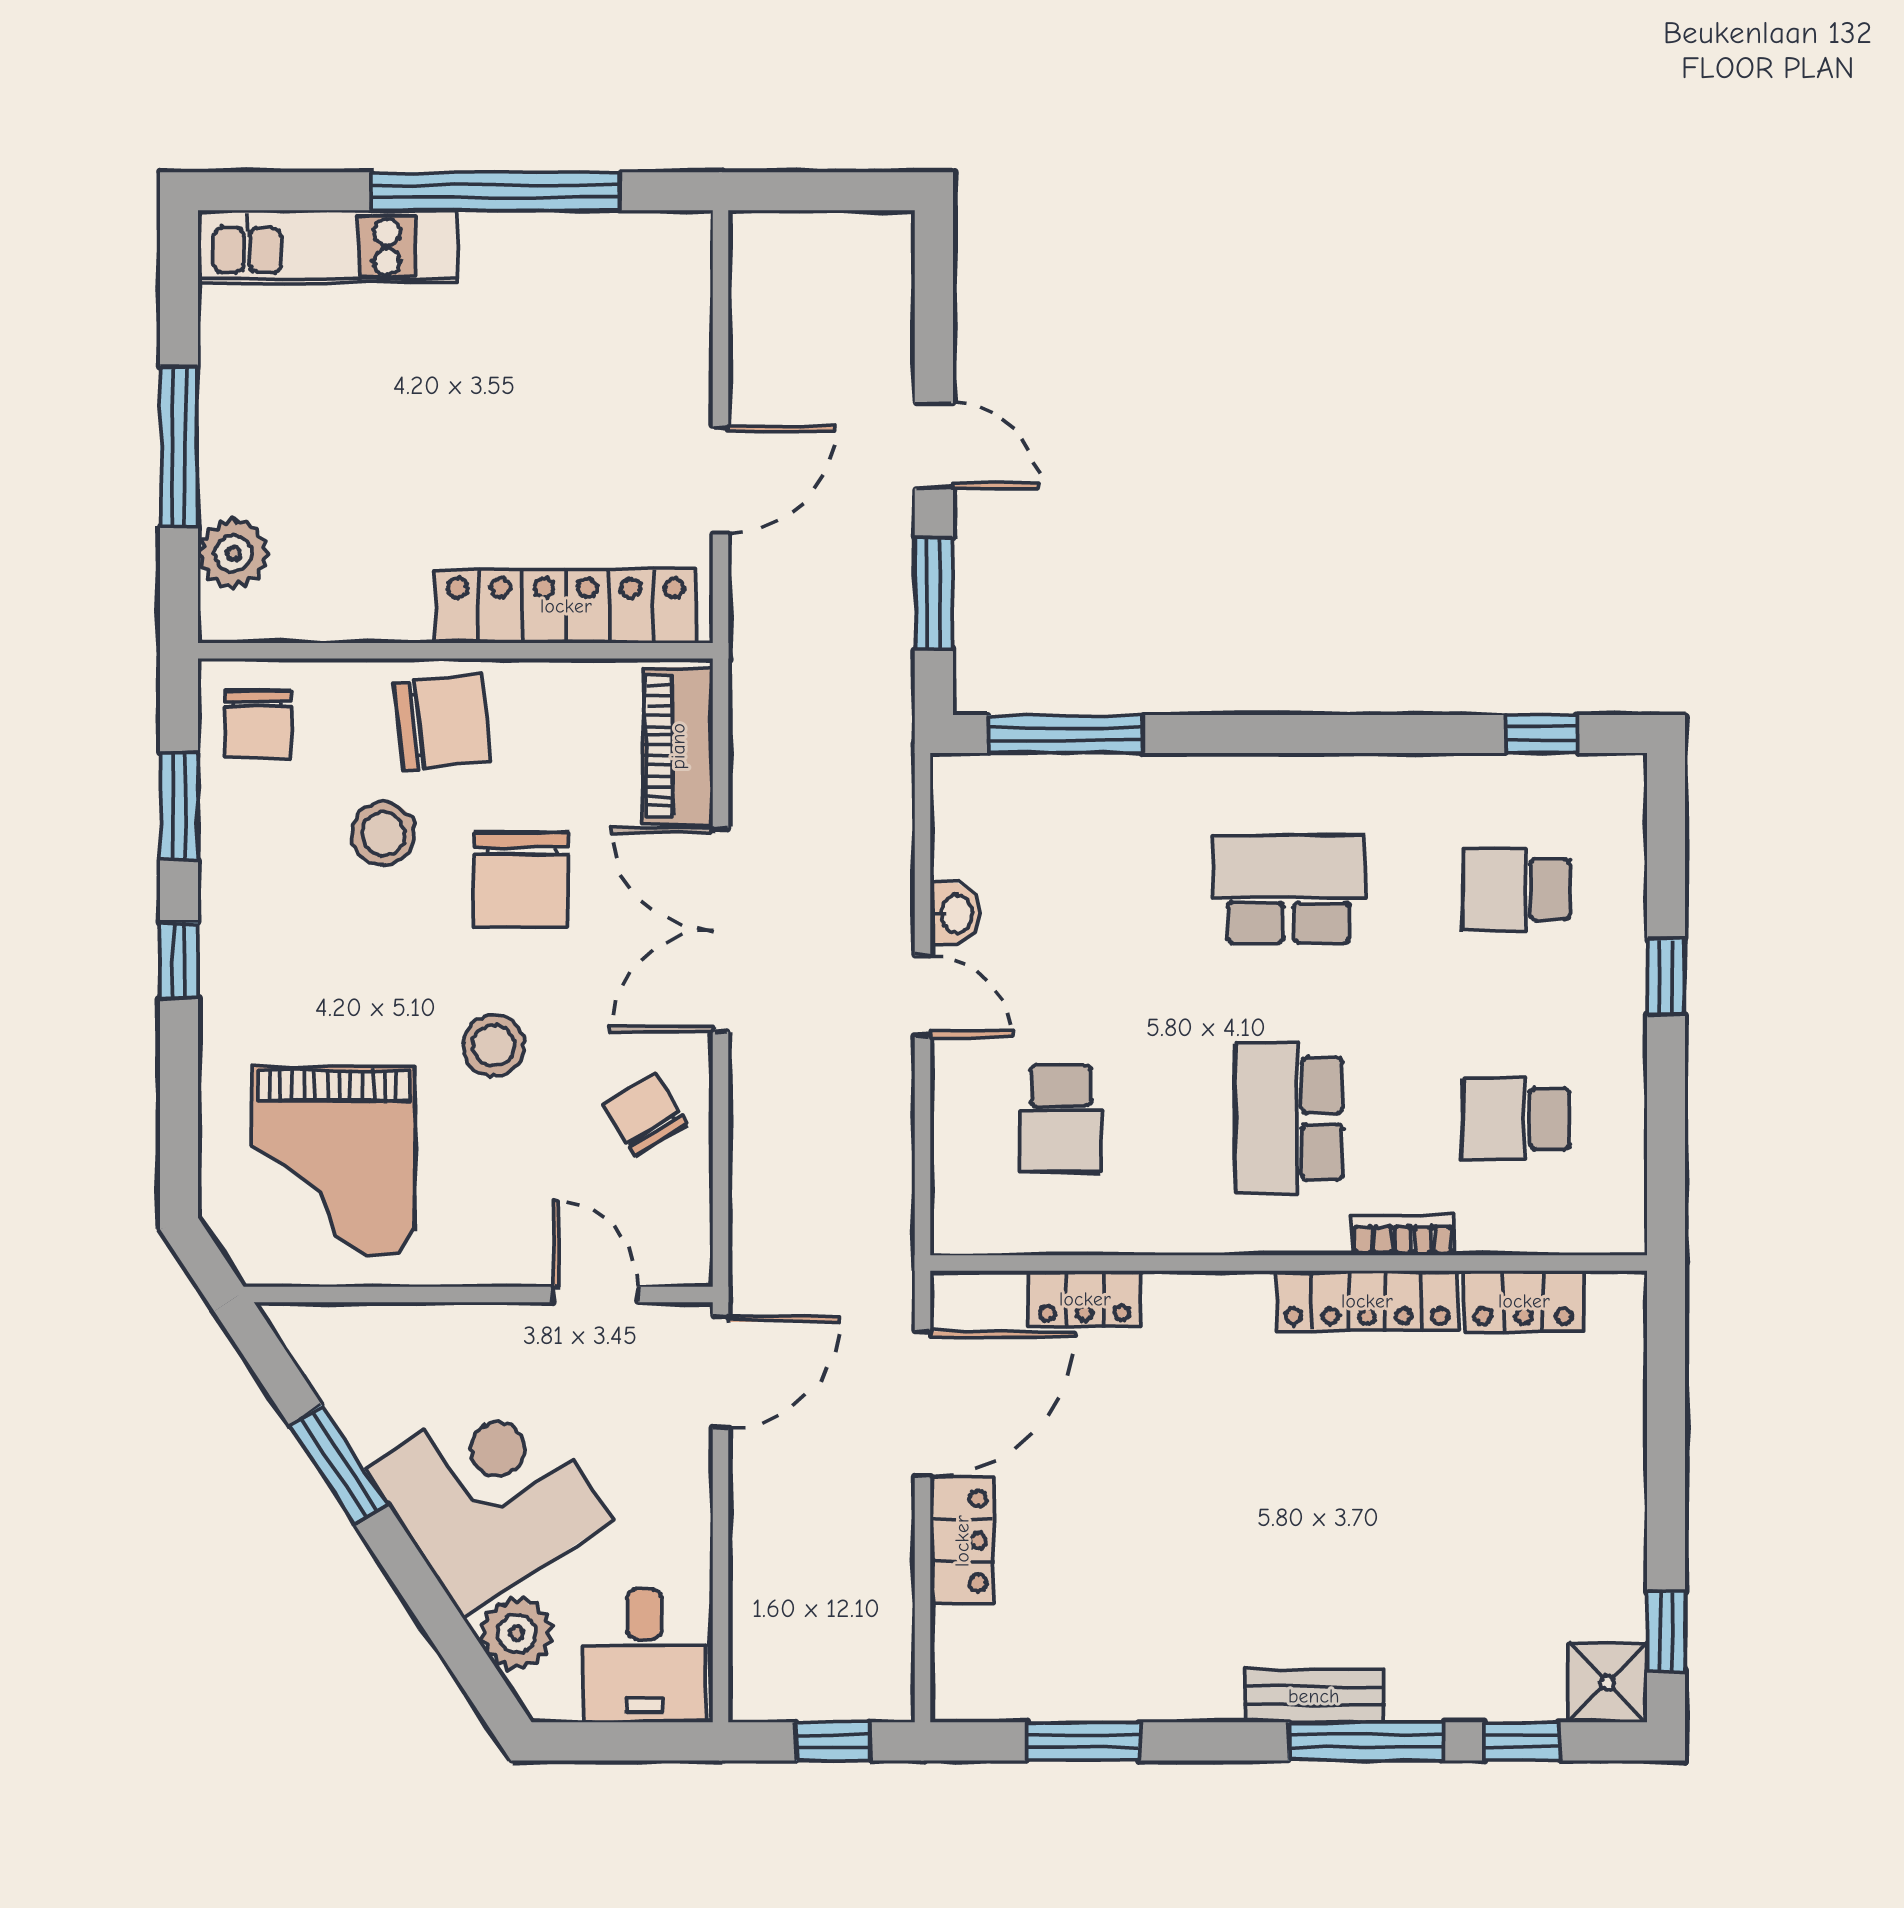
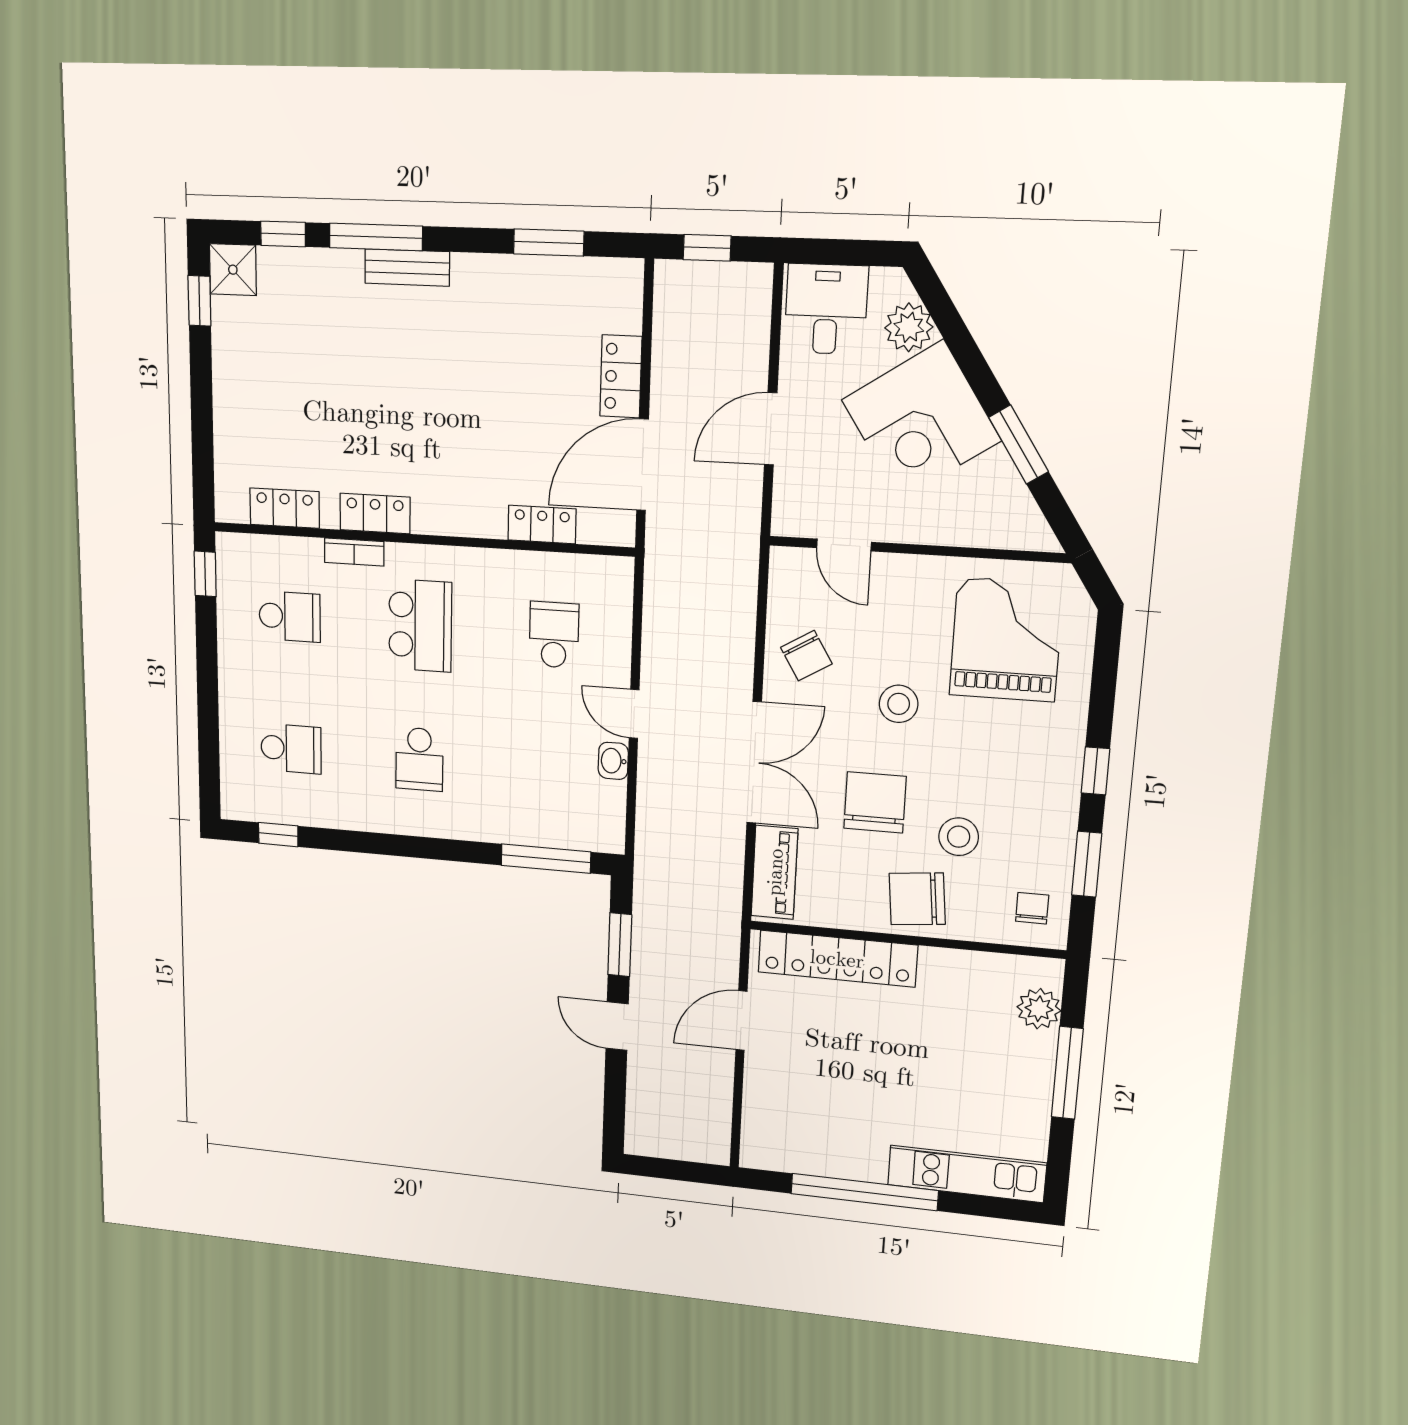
chair: (258, 724) -> (1032, 908), width x0.73, depth x0.73
school desk: (1289, 889) -> (419, 759), width x0.54
window: (1666, 977) -> (205, 574), moved
locker: (1367, 1301) -> (375, 514), width x0.66
door: (721, 1372) -> (771, 429), moved

